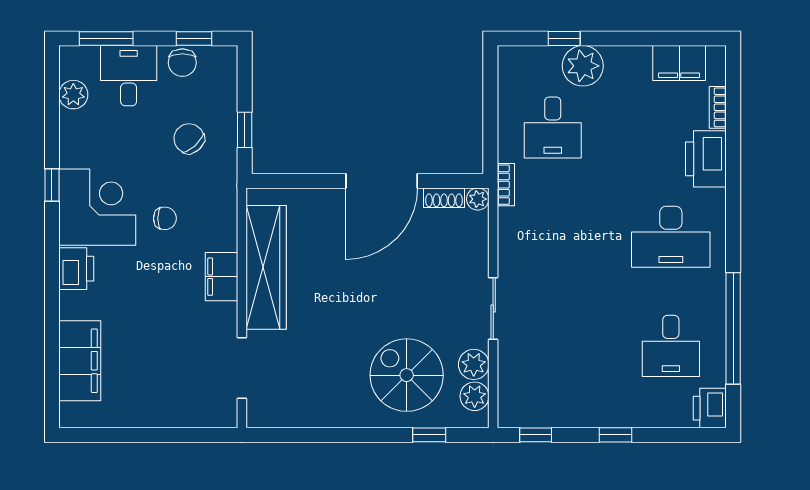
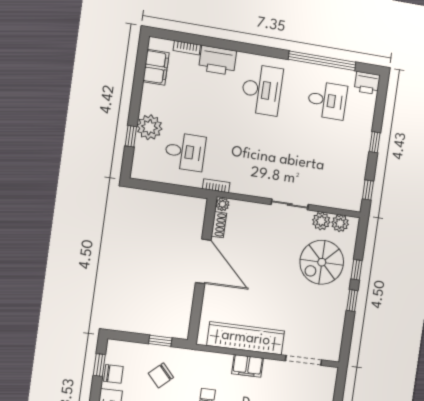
window: (351, 435) -> (352, 300), added
window: (429, 435) -> (357, 270), moved

